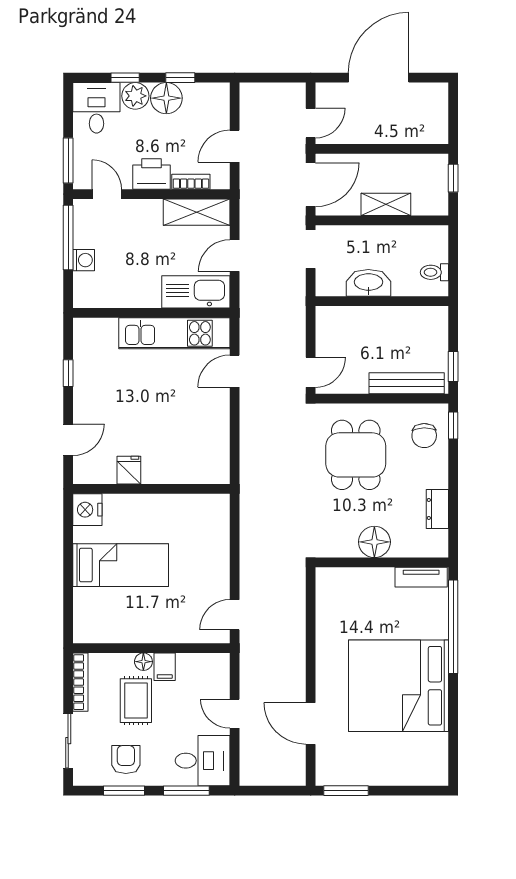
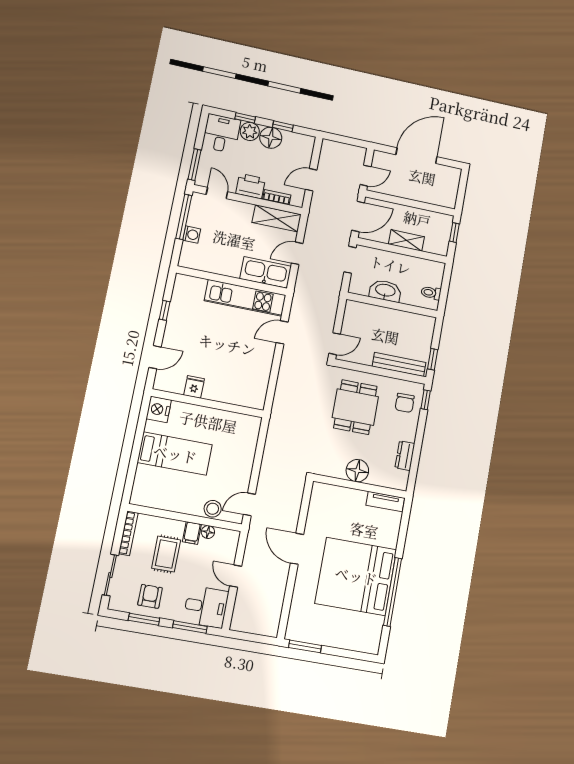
window: (453, 627) -> (393, 592), moved
stool: (186, 630) -> (213, 509), added
floor lamp: (143, 662) -> (208, 532), moved
door: (311, 723) -> (297, 549), moved

